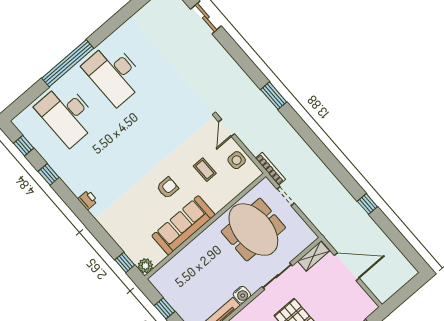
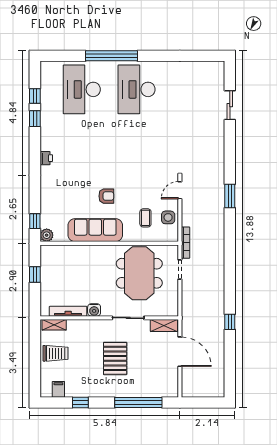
window: (24, 146) -> (35, 96), moved
coffee table: (205, 170) -> (145, 218), moved

